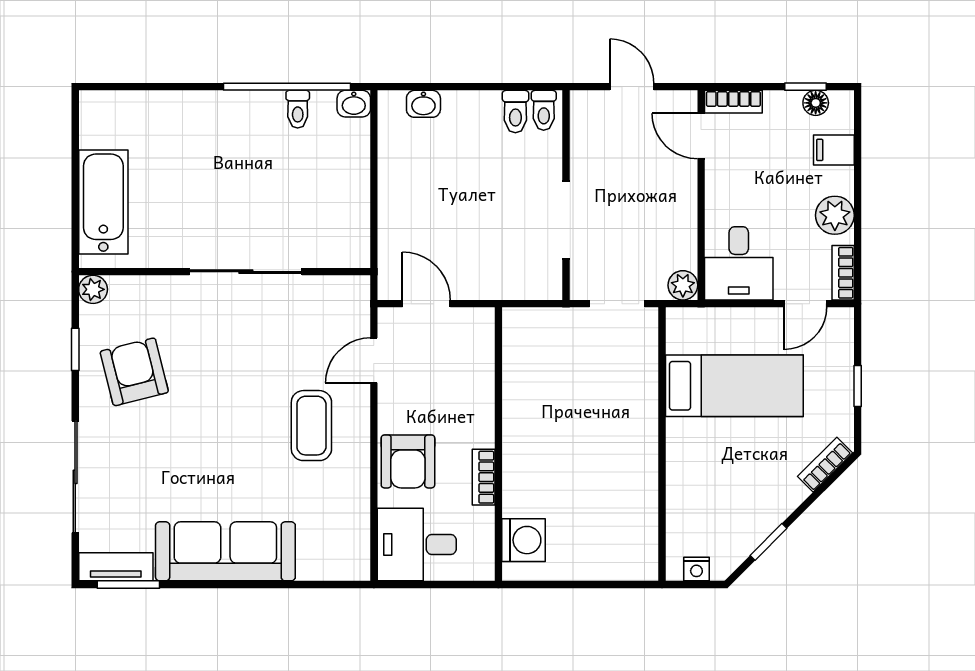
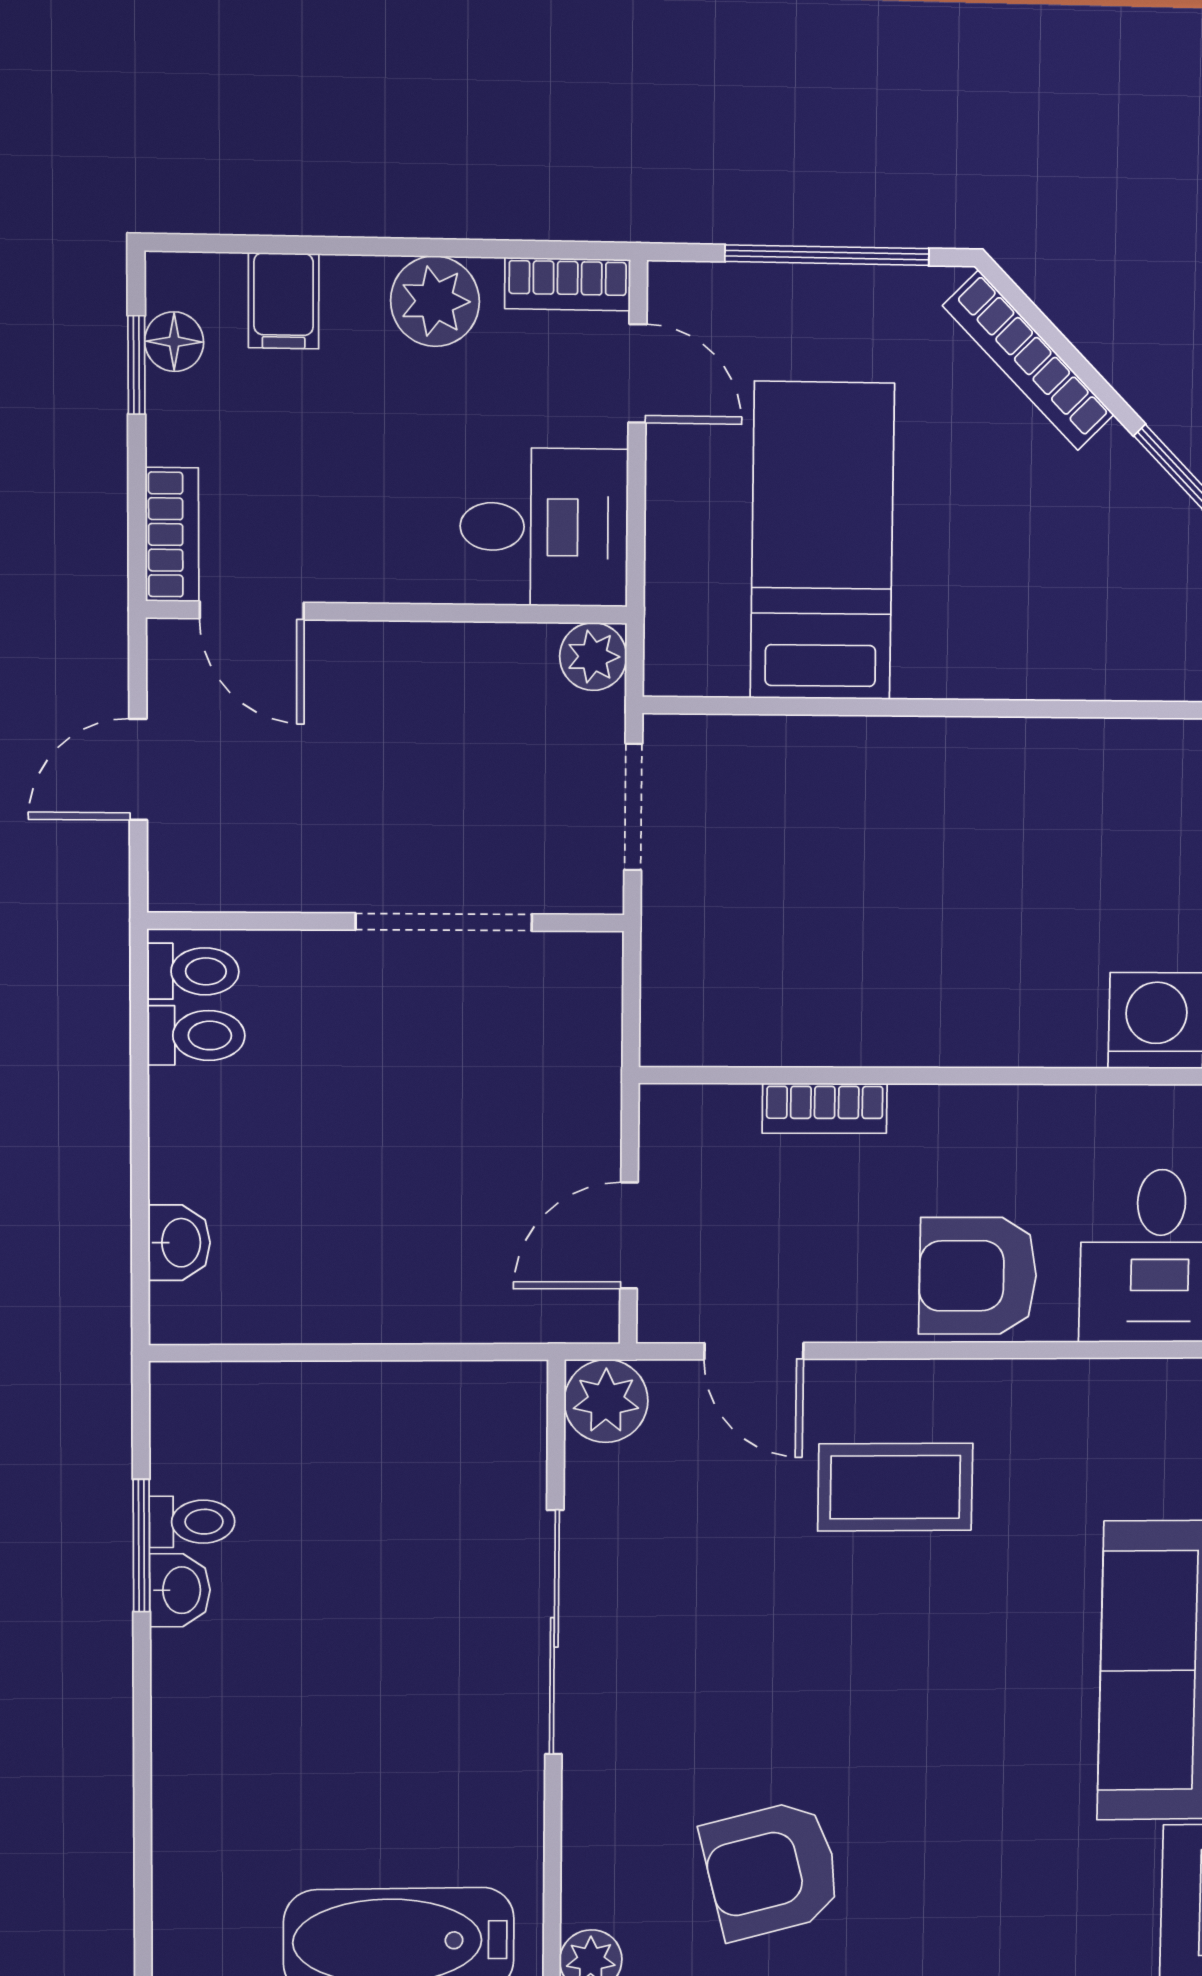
window: (287, 87) -> (141, 1546), width x0.47
washbasin: (354, 104) -> (180, 1590), moved
door: (701, 136) -> (252, 611), hinge flipped
plant: (352, 294) -> (606, 1401), added
window: (858, 386) -> (827, 255), width x2.17
armchair: (408, 461) -> (978, 1276), turned 180
bookcase: (825, 465) -> (1028, 360), width x1.56
bookcase: (484, 477) -> (825, 1108), moved

